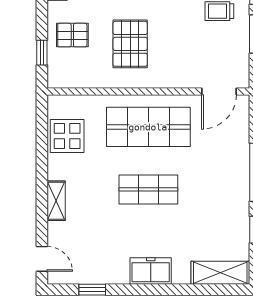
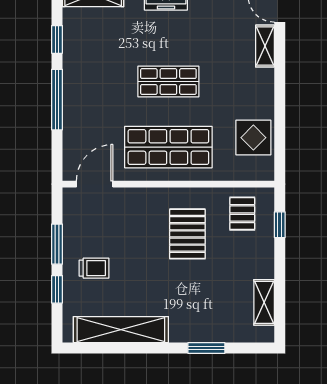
pallet: (72, 35) -> (242, 214), moved, turned 90
shelving: (56, 201) -> (265, 46), moved

